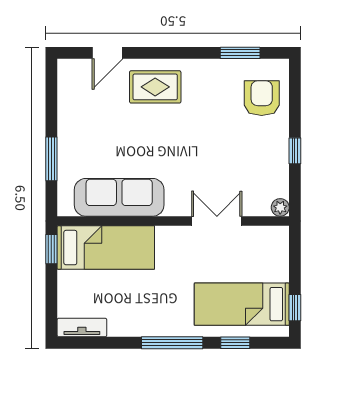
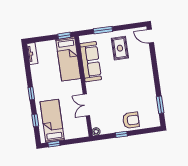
door: (108, 53) -> (150, 36), moved
rug: (155, 87) -> (120, 48), moved
armchair: (262, 98) -> (131, 120), moved
double door: (217, 221) -> (86, 105), swing flipped
window: (172, 343) -> (31, 93), width x0.46

